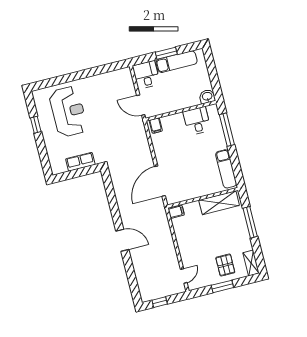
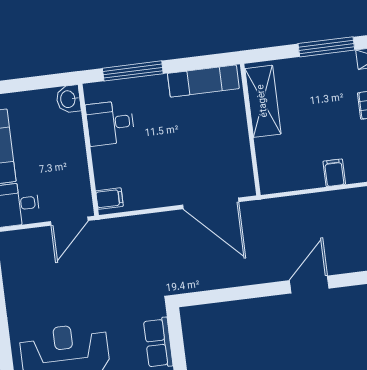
filing cabinet: (176, 212) -> (334, 173), moved
window: (250, 222) -> (326, 47), moved

